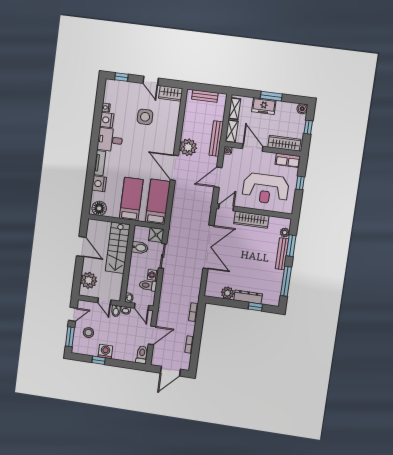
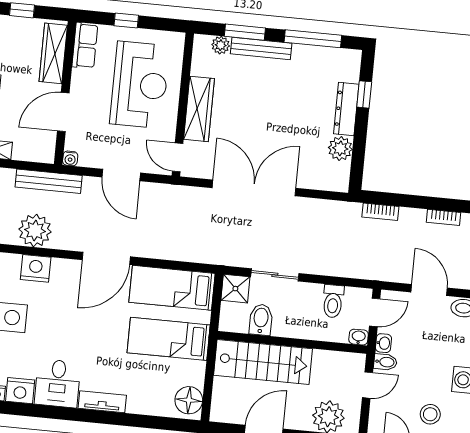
shelving: (232, 131) -> (34, 153), removed
plant: (188, 147) -> (35, 231), moved
nightstand: (99, 184) -> (36, 268), moved, turned 180
washing machine: (153, 275) -> (313, 293), removed

